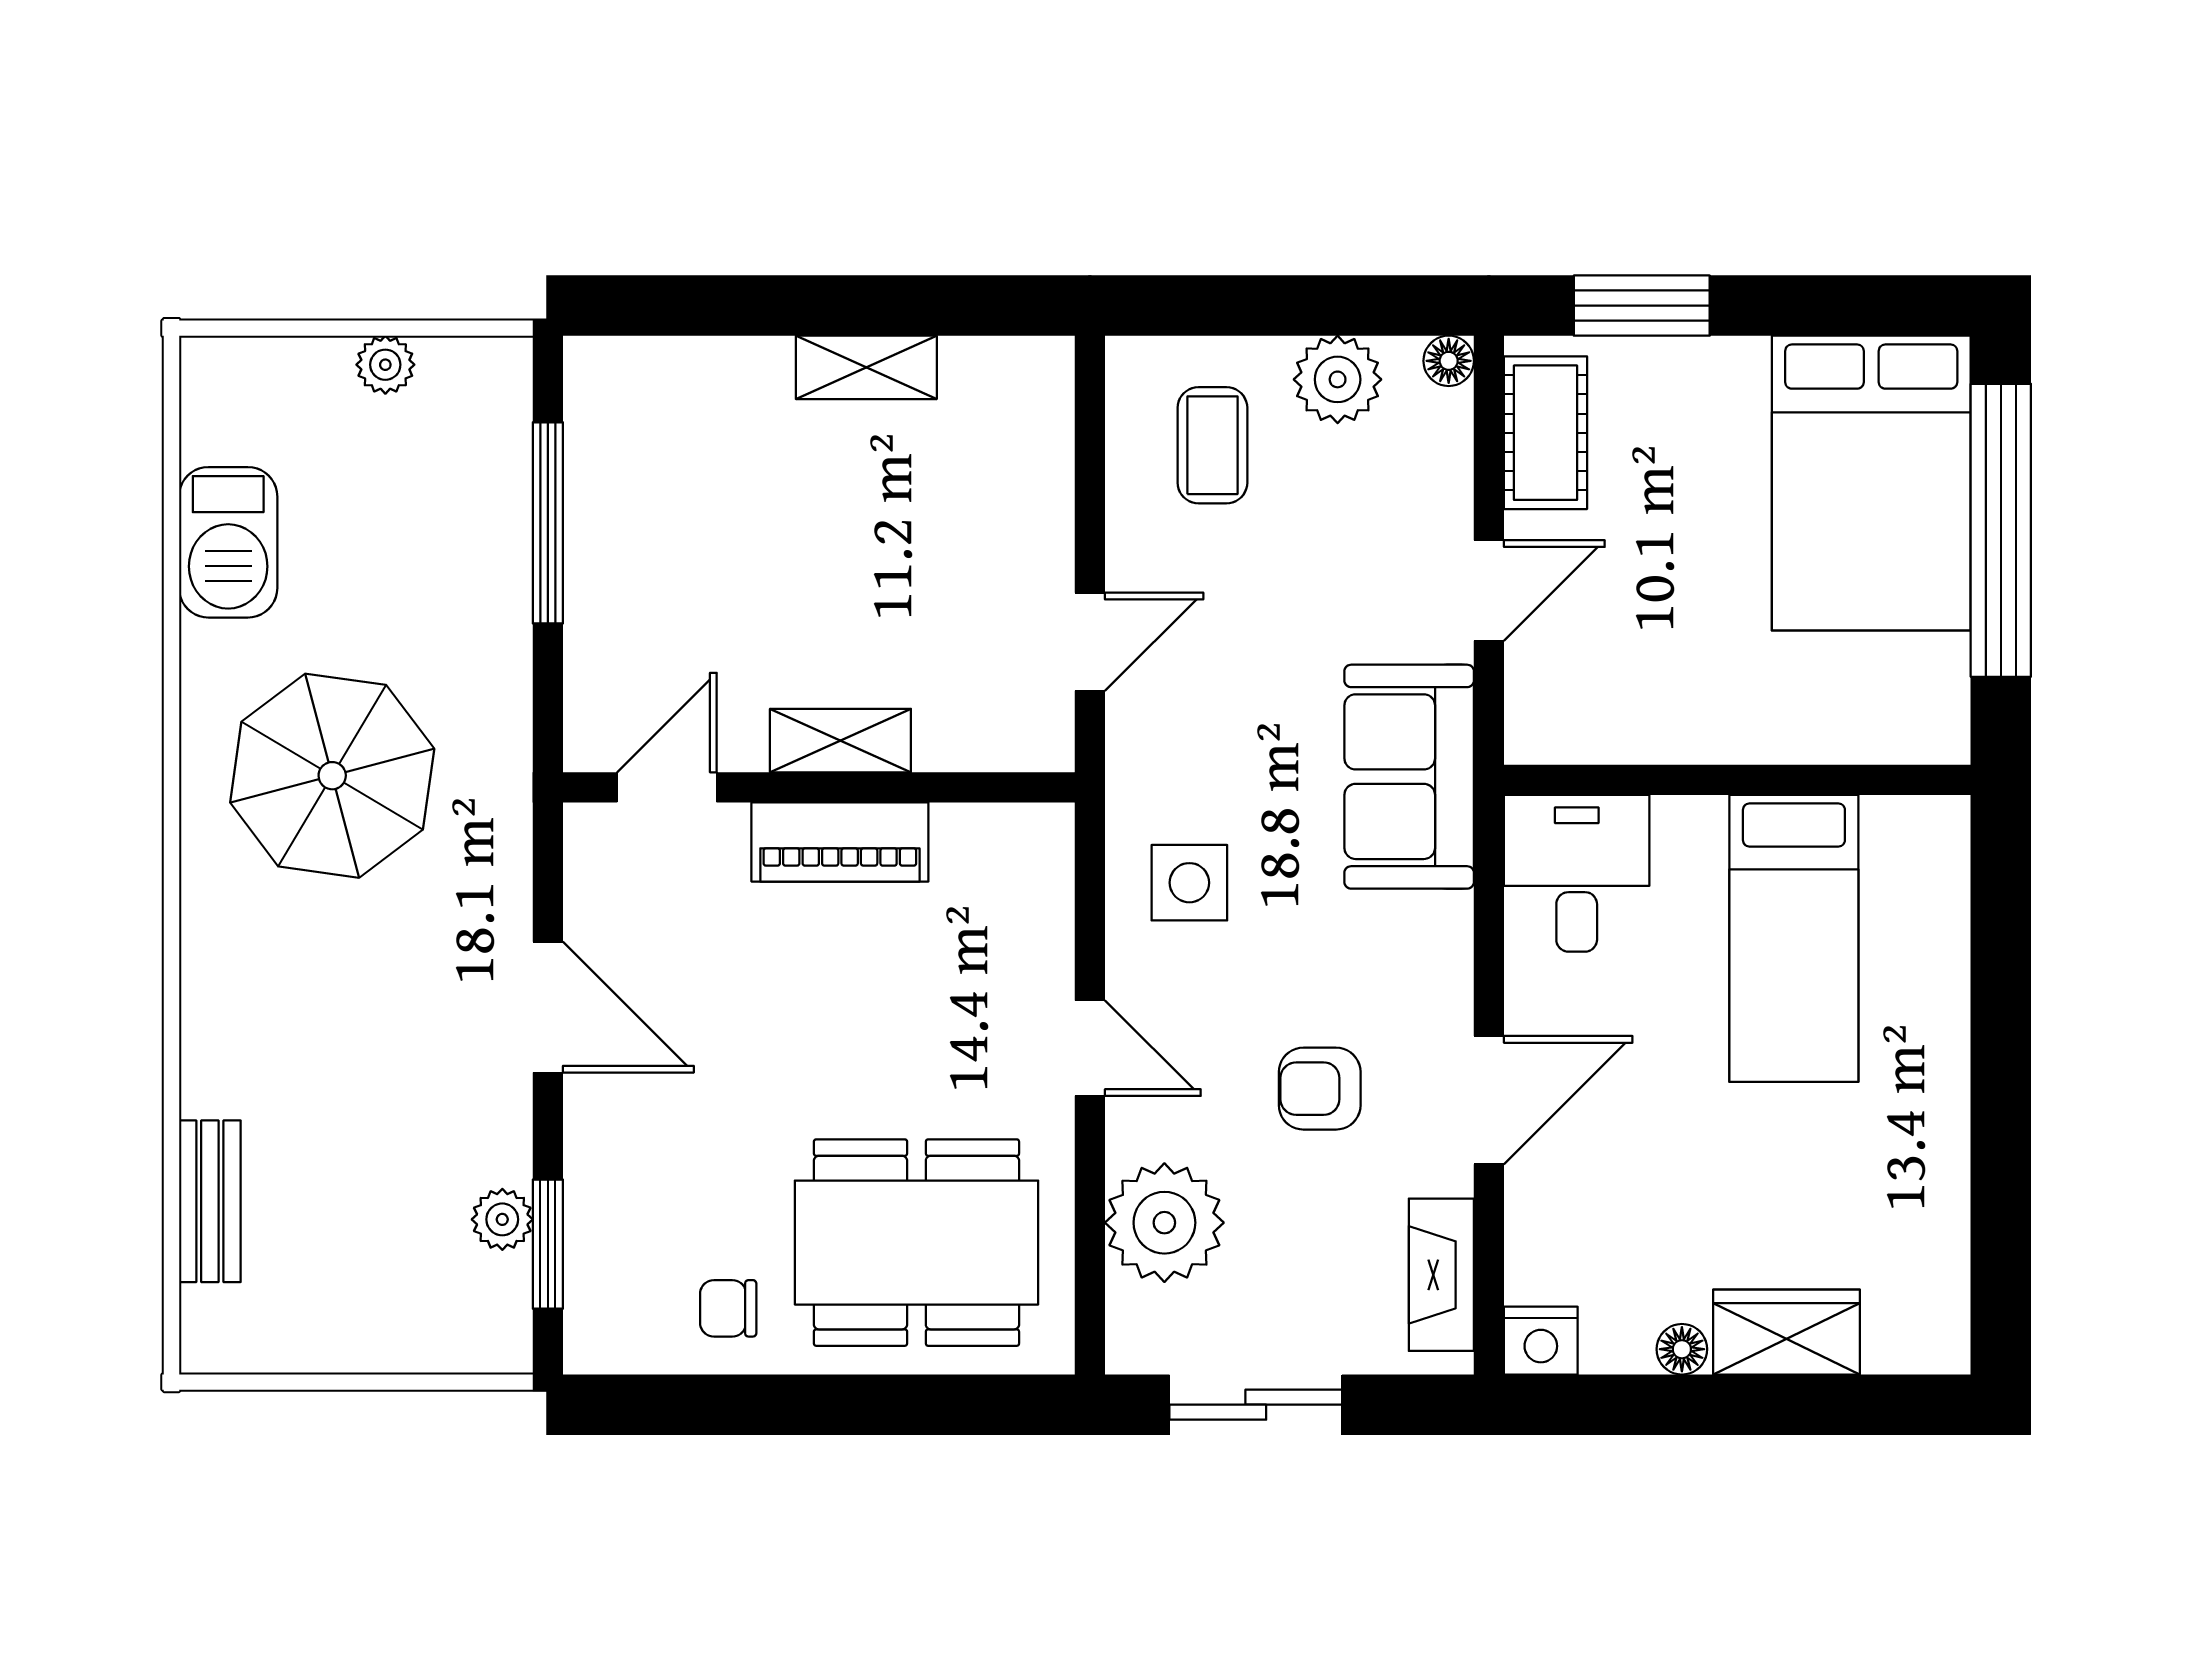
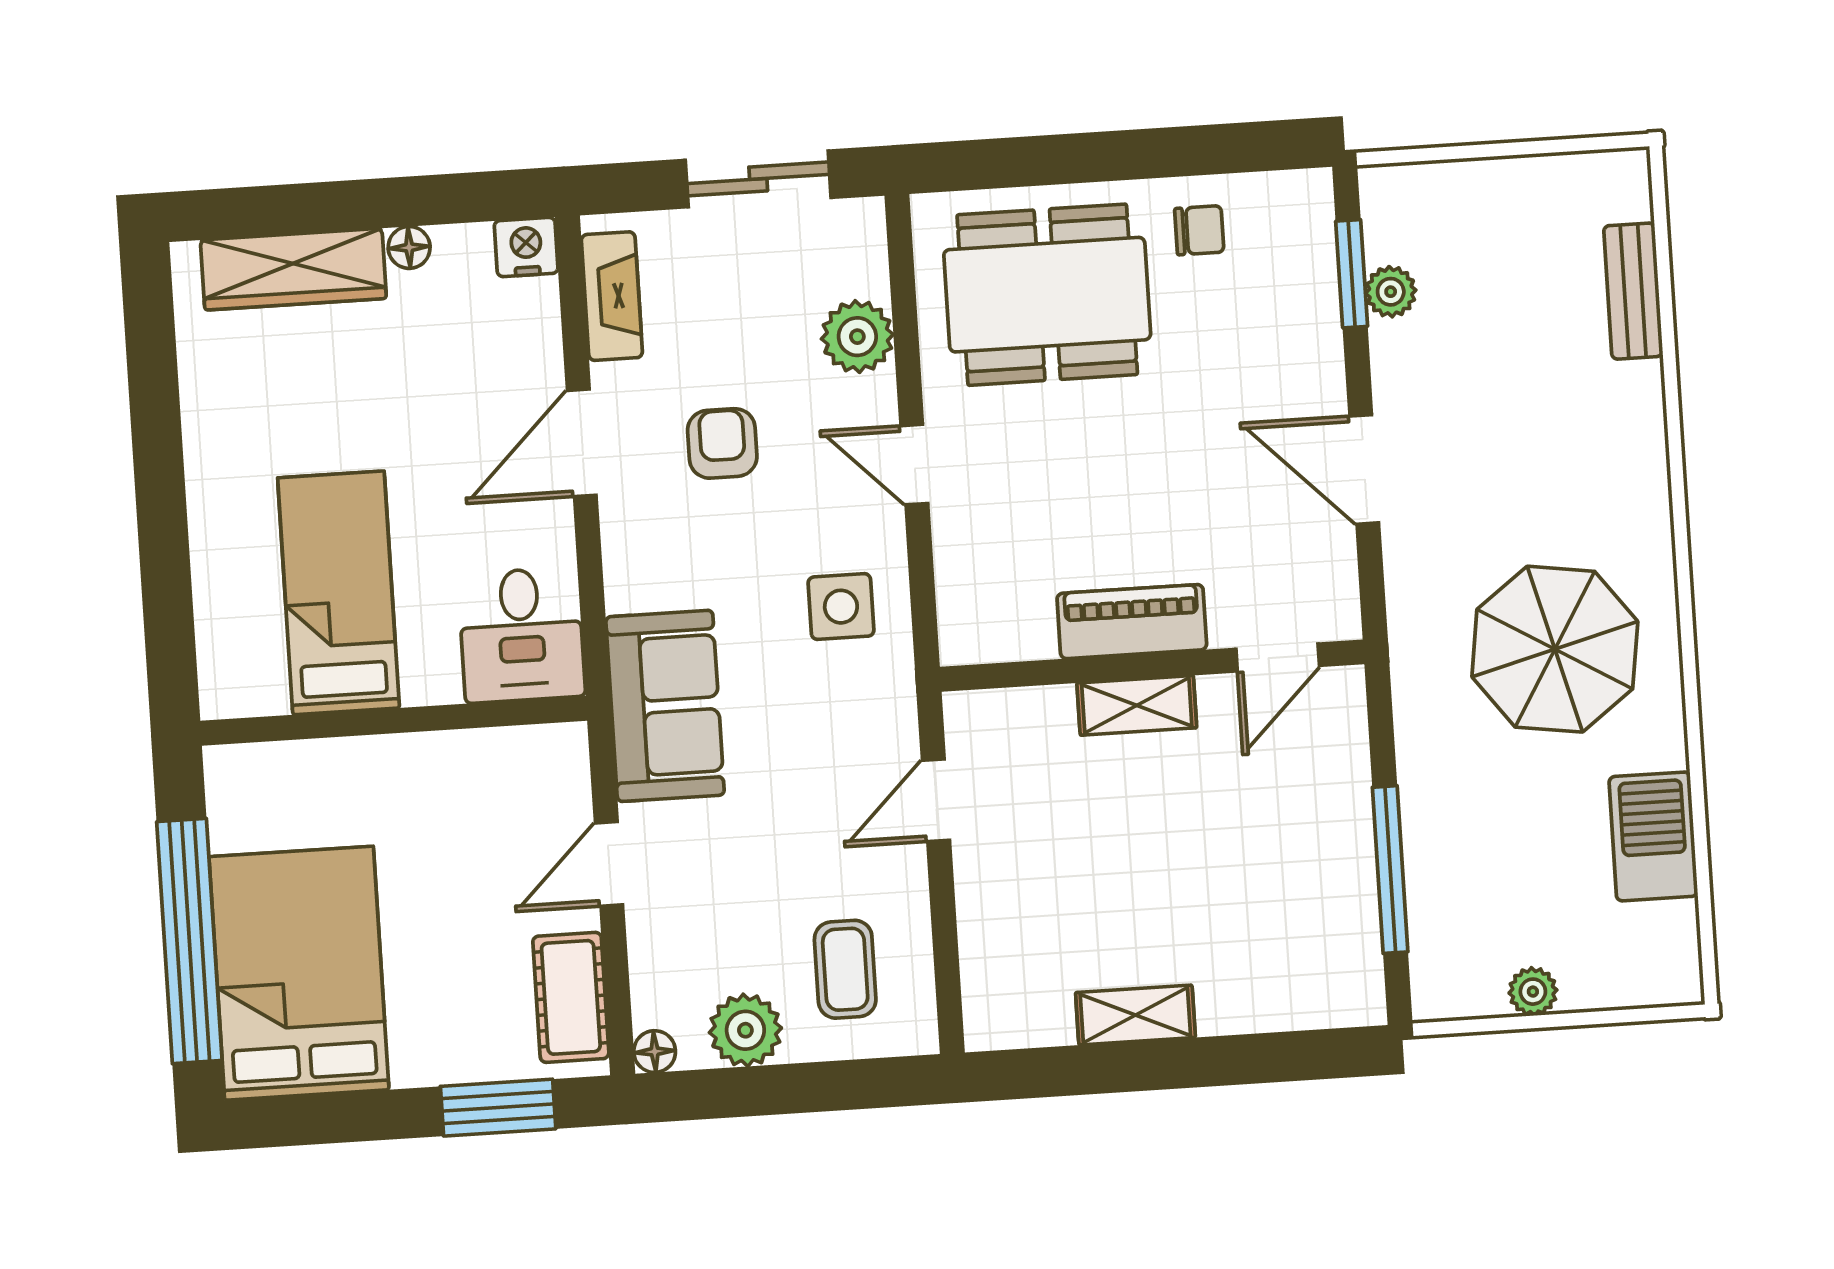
armchair: (1320, 1089) -> (722, 443), turned -90
plant: (1164, 1223) -> (857, 337), width x0.73, depth x0.73
wardrobe: (1787, 1332) -> (293, 269), width x1.50

